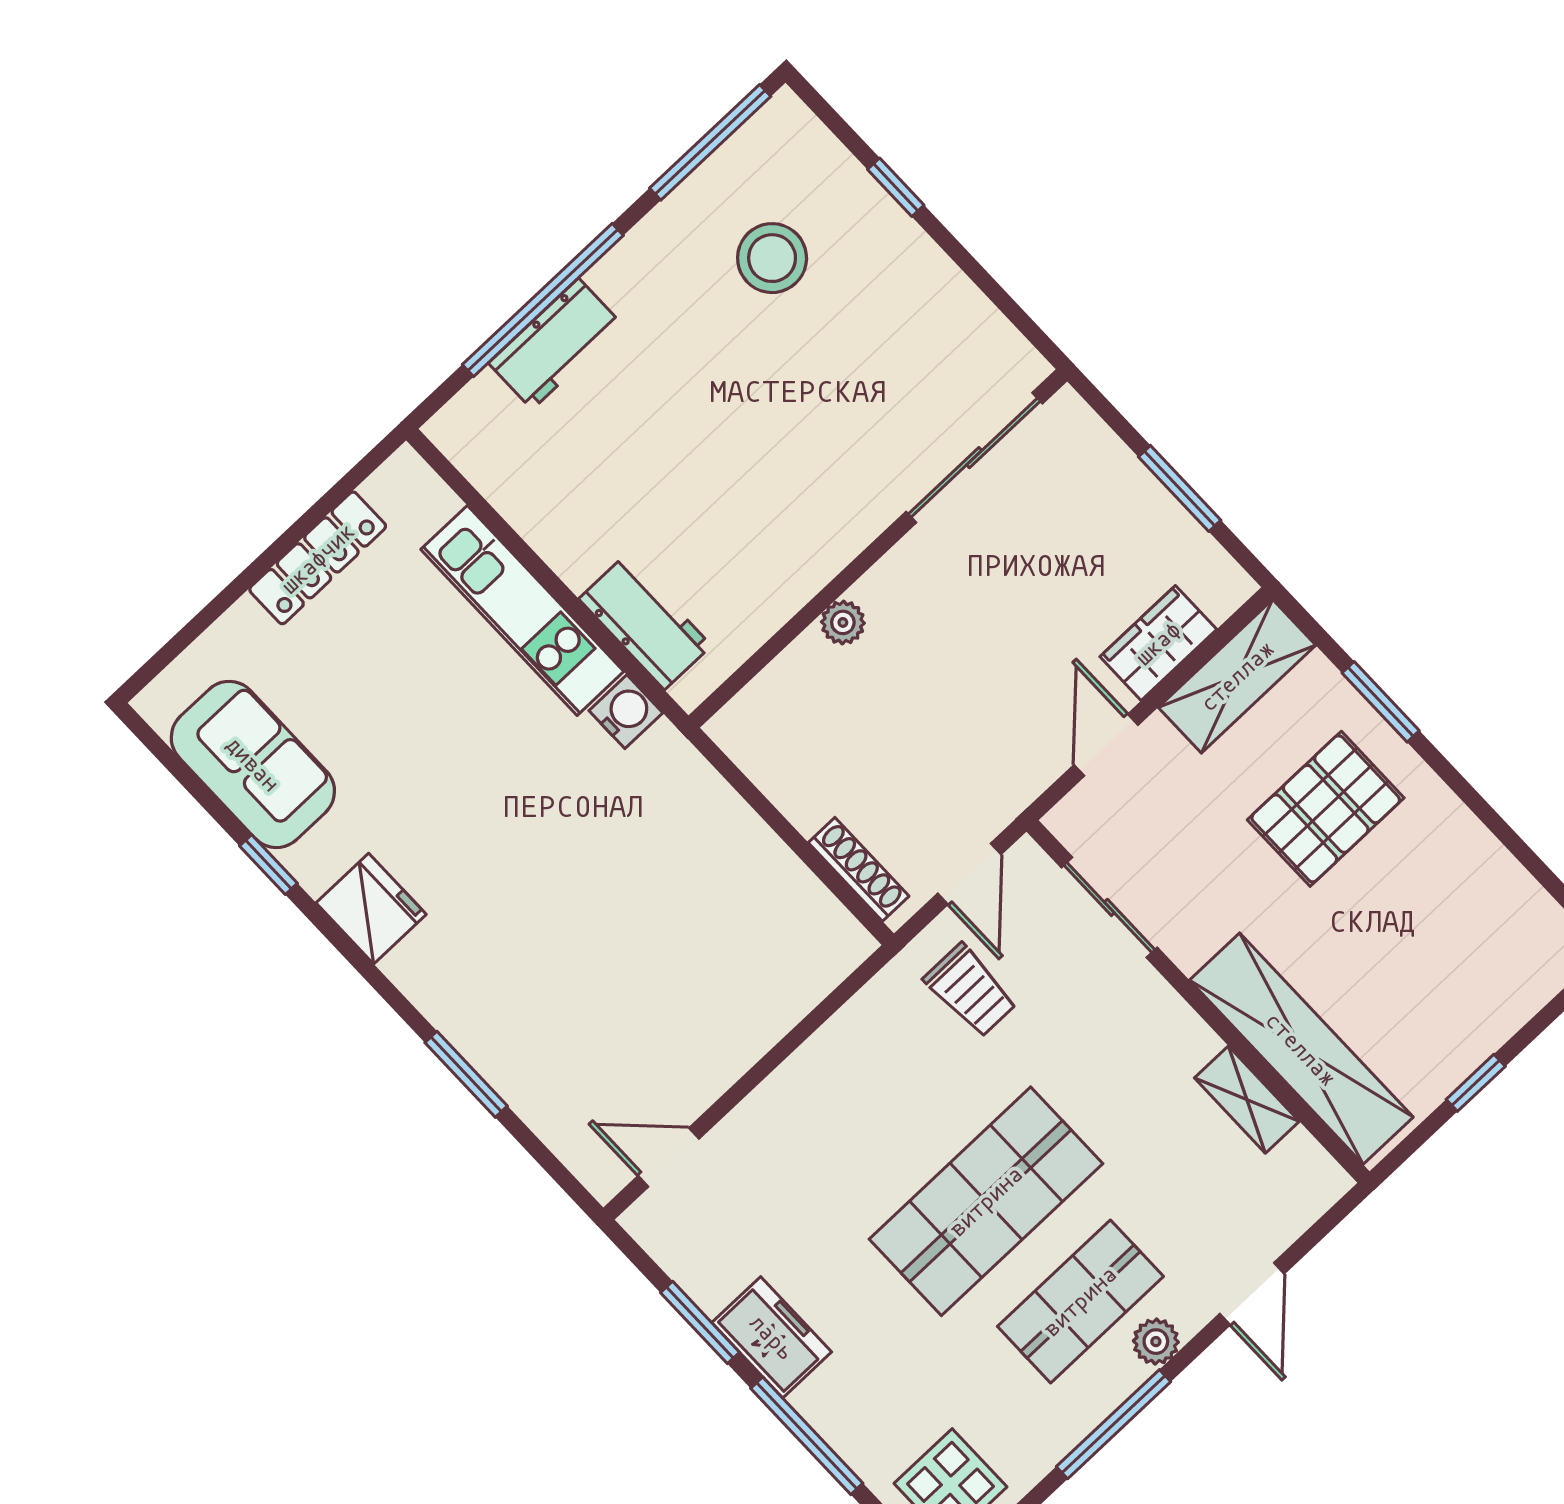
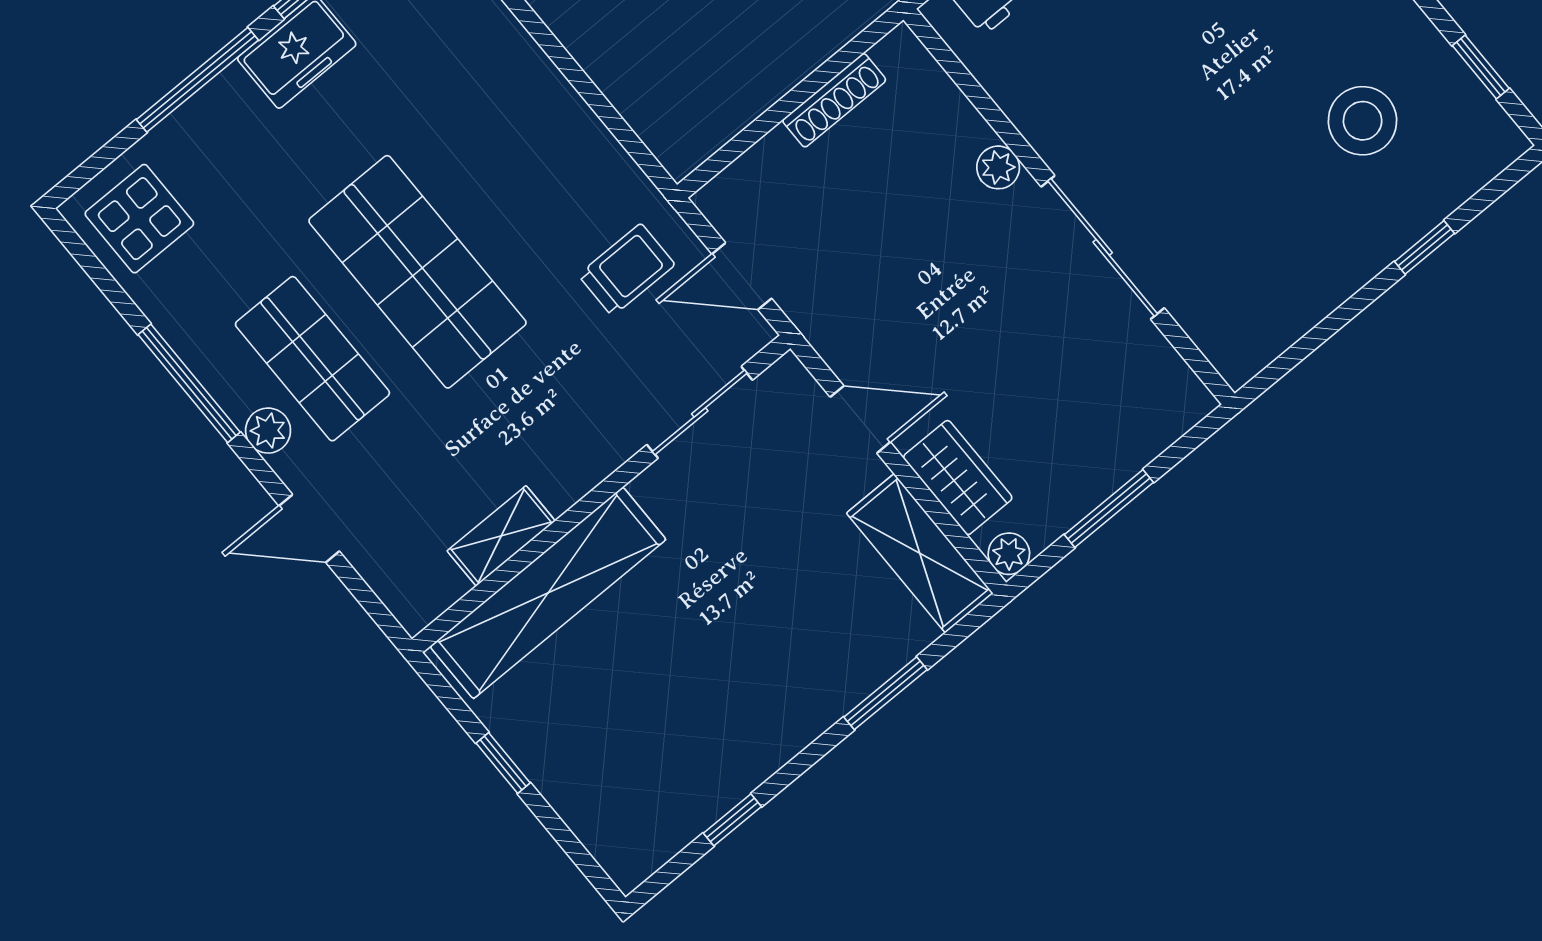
window: (710, 142) -> (1481, 67), width x0.46
sliding door: (974, 458) -> (1103, 247), moved
plant: (1232, 586) -> (1009, 554), added
pallet: (1326, 809) -> (783, 632), removed
window: (1518, 848) -> (732, 820), added
shoe rack: (859, 869) -> (834, 100), moved
trolley: (970, 991) -> (627, 270), turned 180

